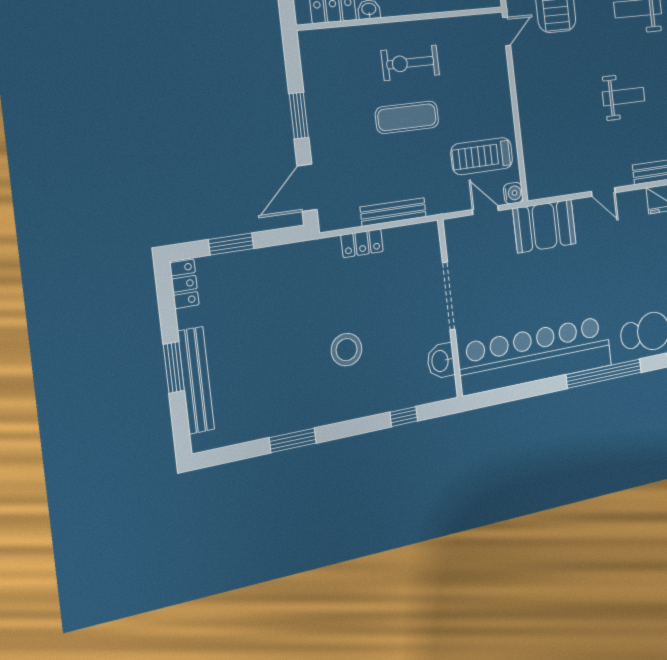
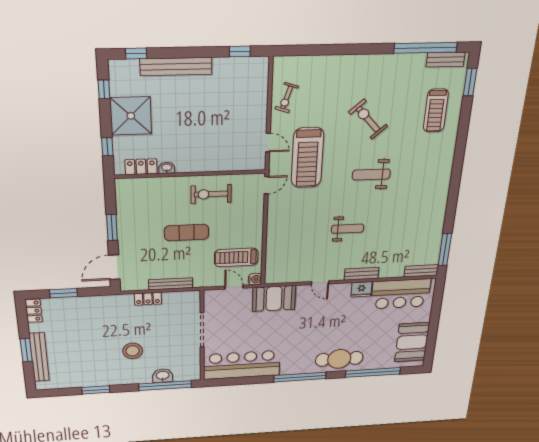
exercise bike: (410, 63) -> (211, 194), moved
bar counter: (536, 355) -> (242, 365), width x0.73
washbasin: (441, 361) -> (163, 376), moved, turned 90
window: (404, 417) -> (165, 386), width x3.17

